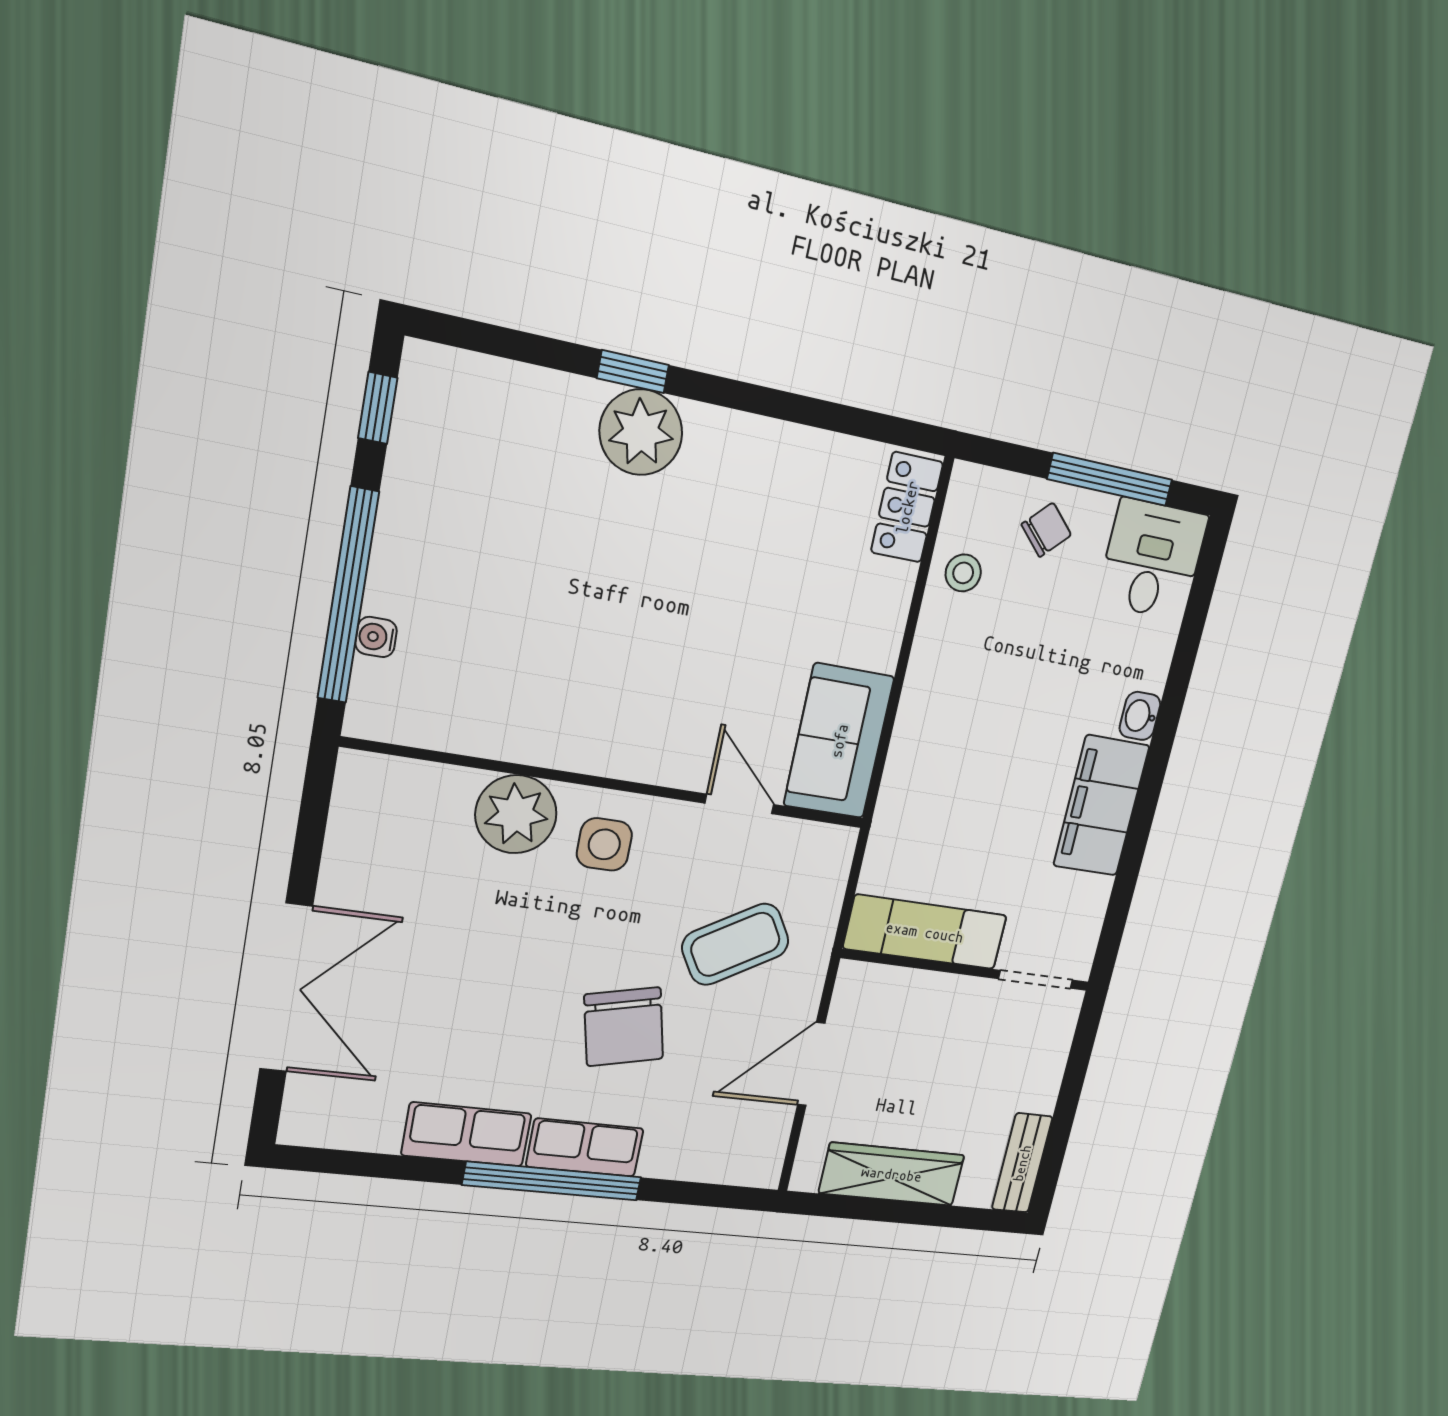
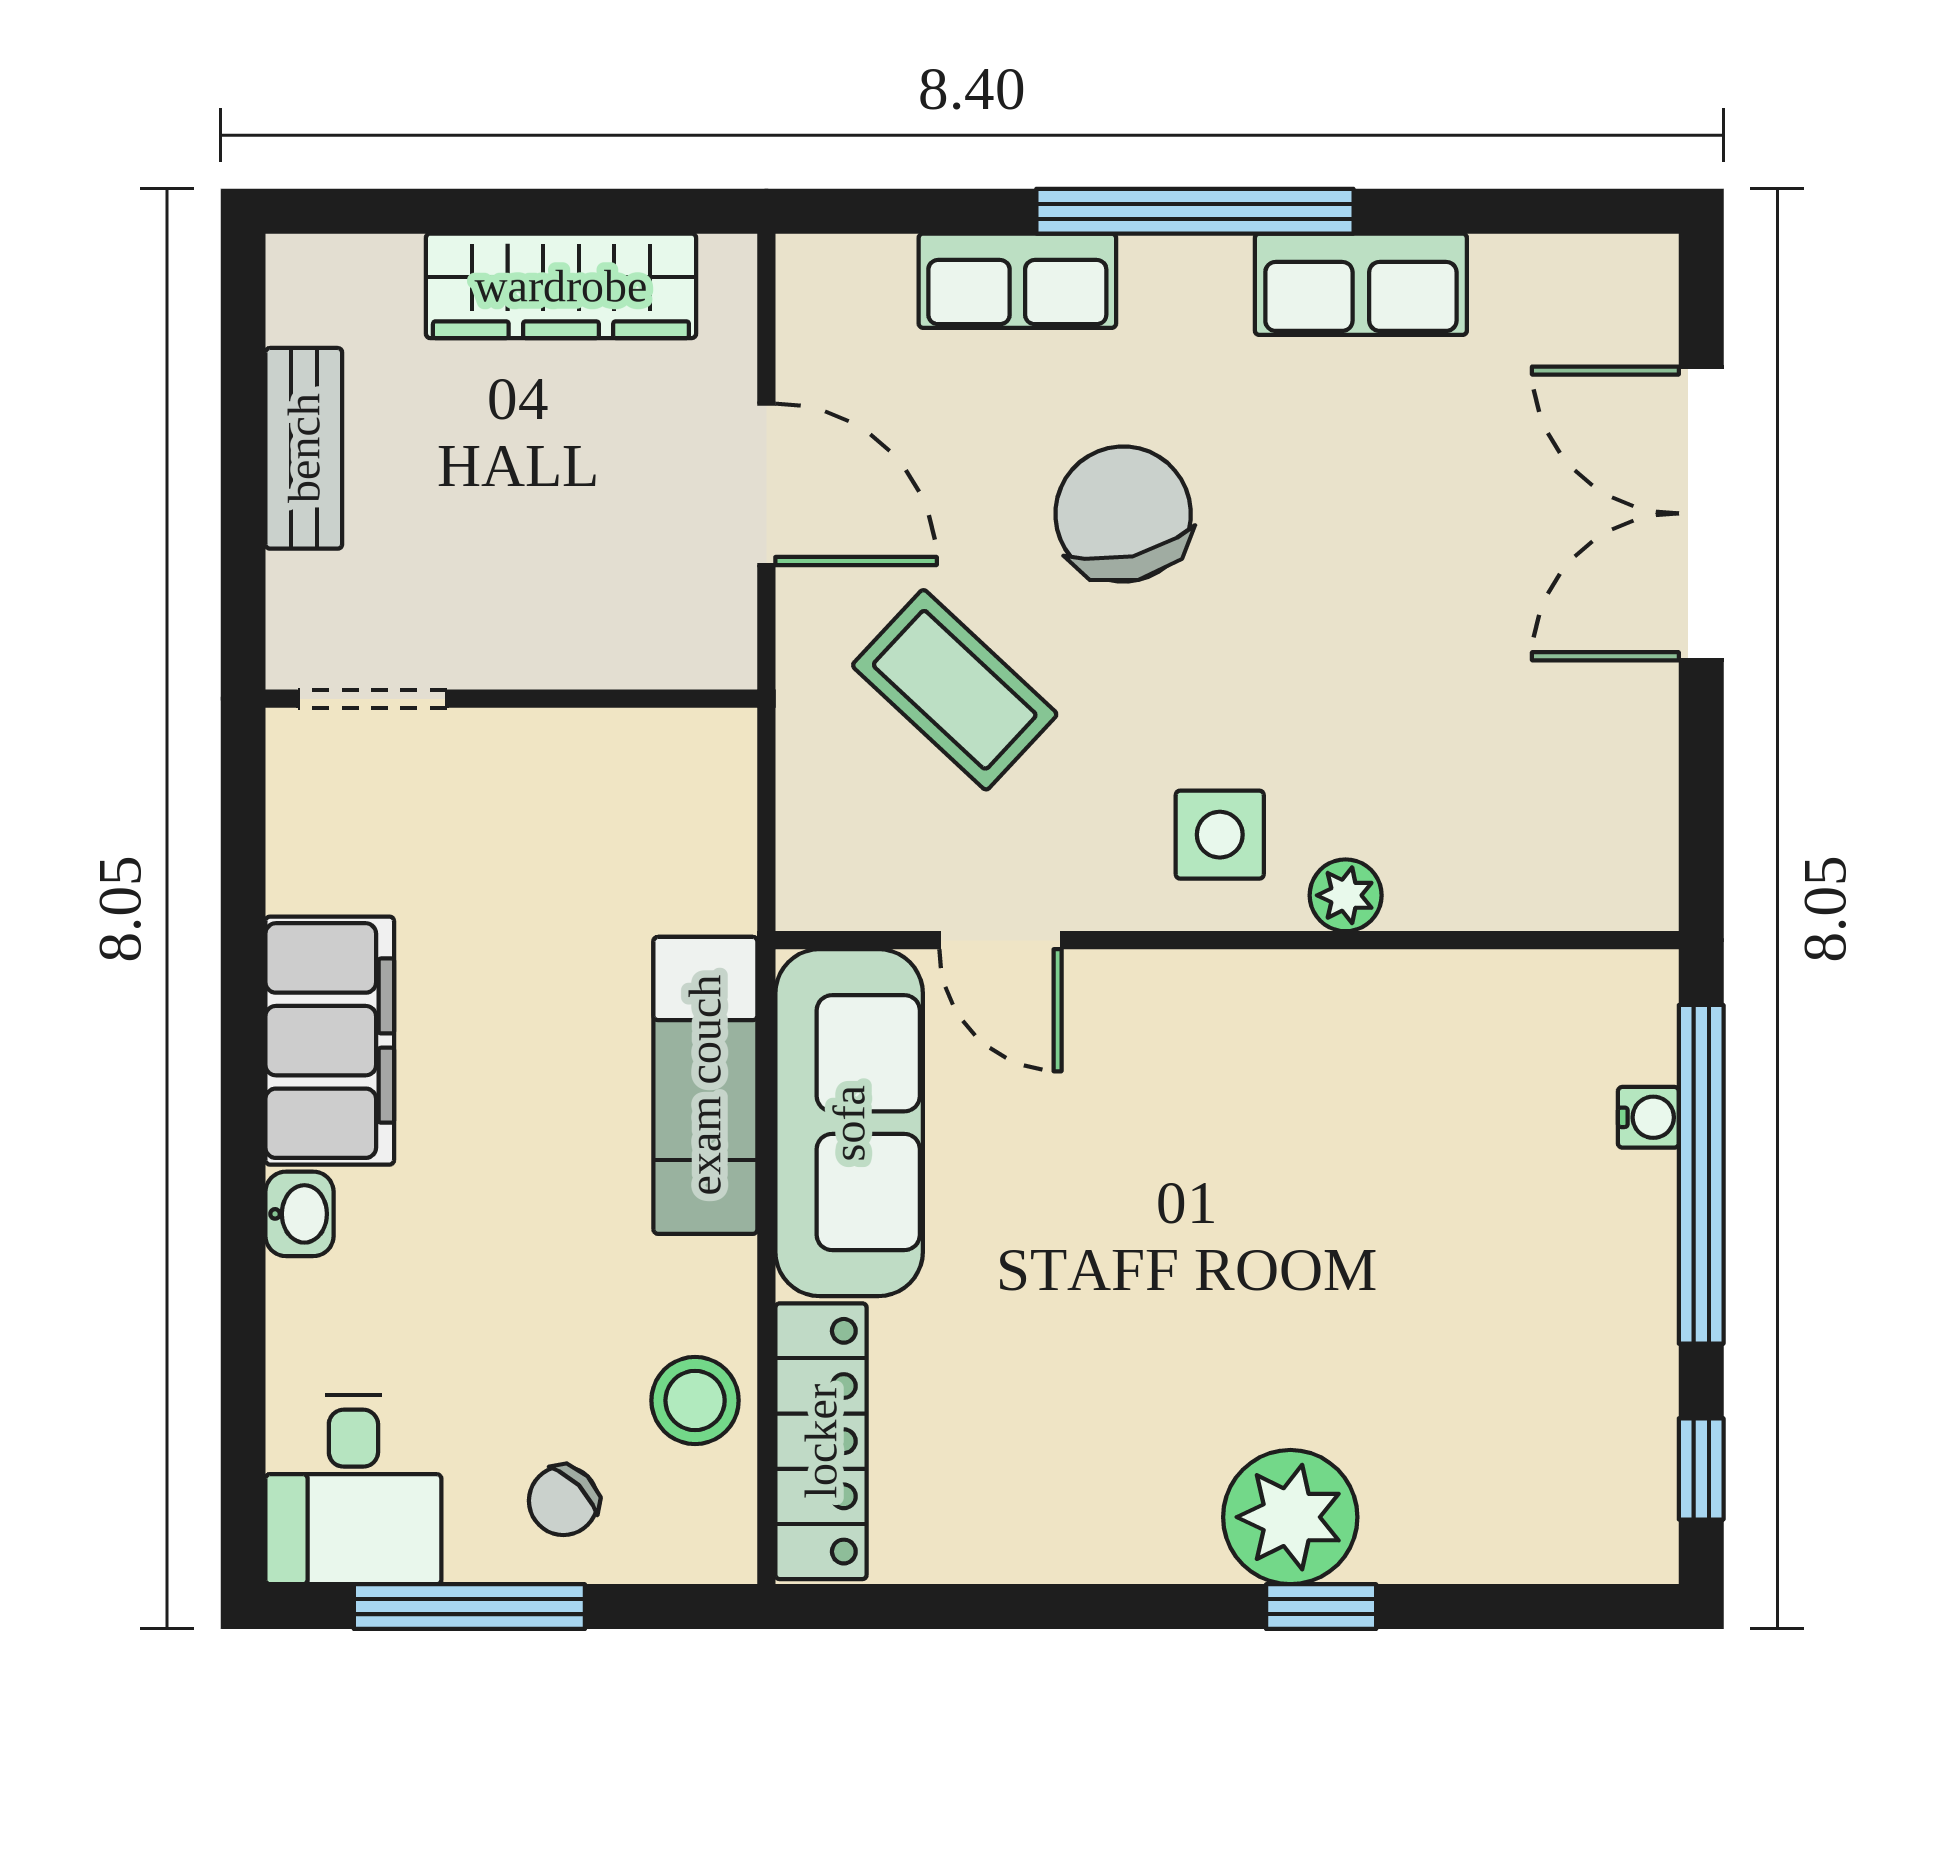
locker: (907, 507) -> (821, 1441), width x1.53
stool: (963, 573) -> (695, 1400), width x1.37, depth x1.37
sofa: (839, 741) -> (849, 1123), width x1.36
plant: (516, 814) -> (1346, 895), width x0.53, depth x0.53
exam couch: (925, 932) -> (705, 1085), moved, turned 90
coffee table: (735, 944) -> (955, 690), turned 74
door: (811, 1064) -> (766, 484), hinge flipped
row of seats: (585, 1148) -> (1017, 281), moved
bench: (1022, 1163) -> (304, 448), moved

